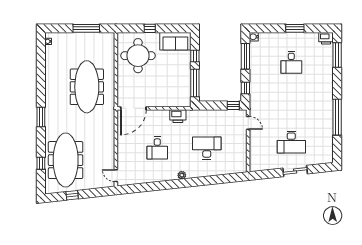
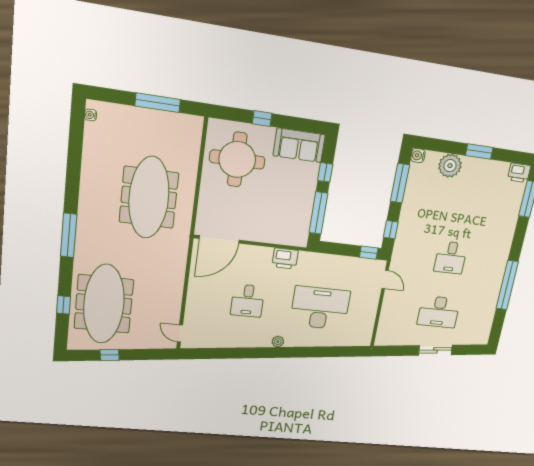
plant: (277, 40) -> (450, 166), added
desk: (291, 62) -> (451, 258), moved
window: (41, 117) -> (69, 235), width x1.44
desk: (207, 148) -> (320, 308), width x1.36, depth x1.30

